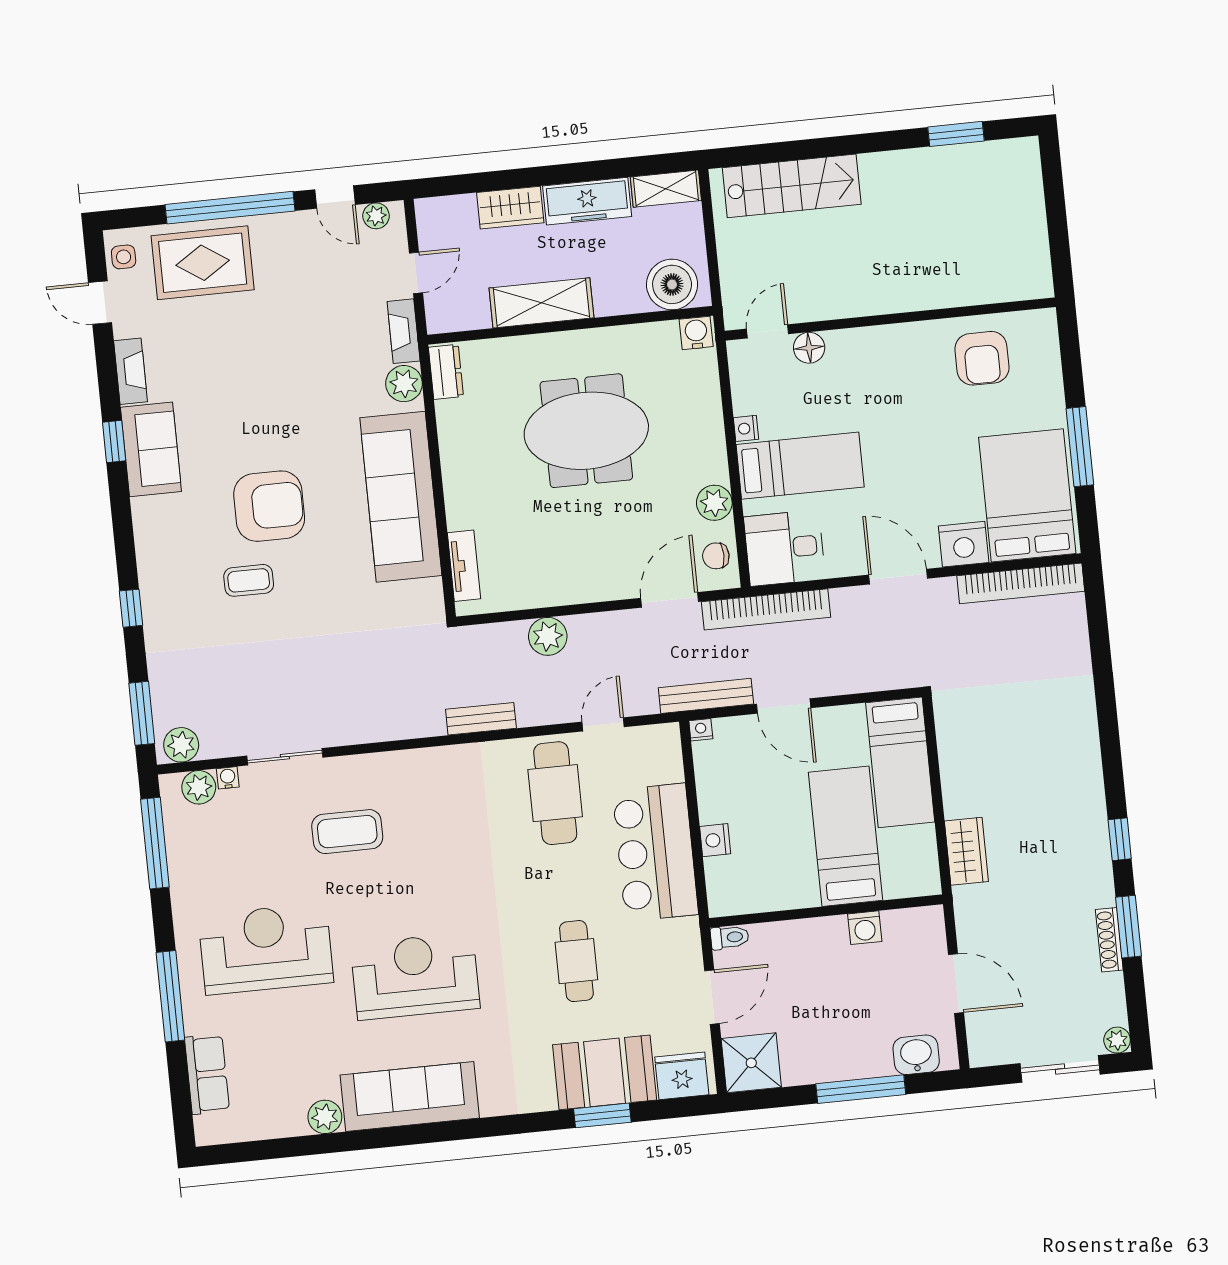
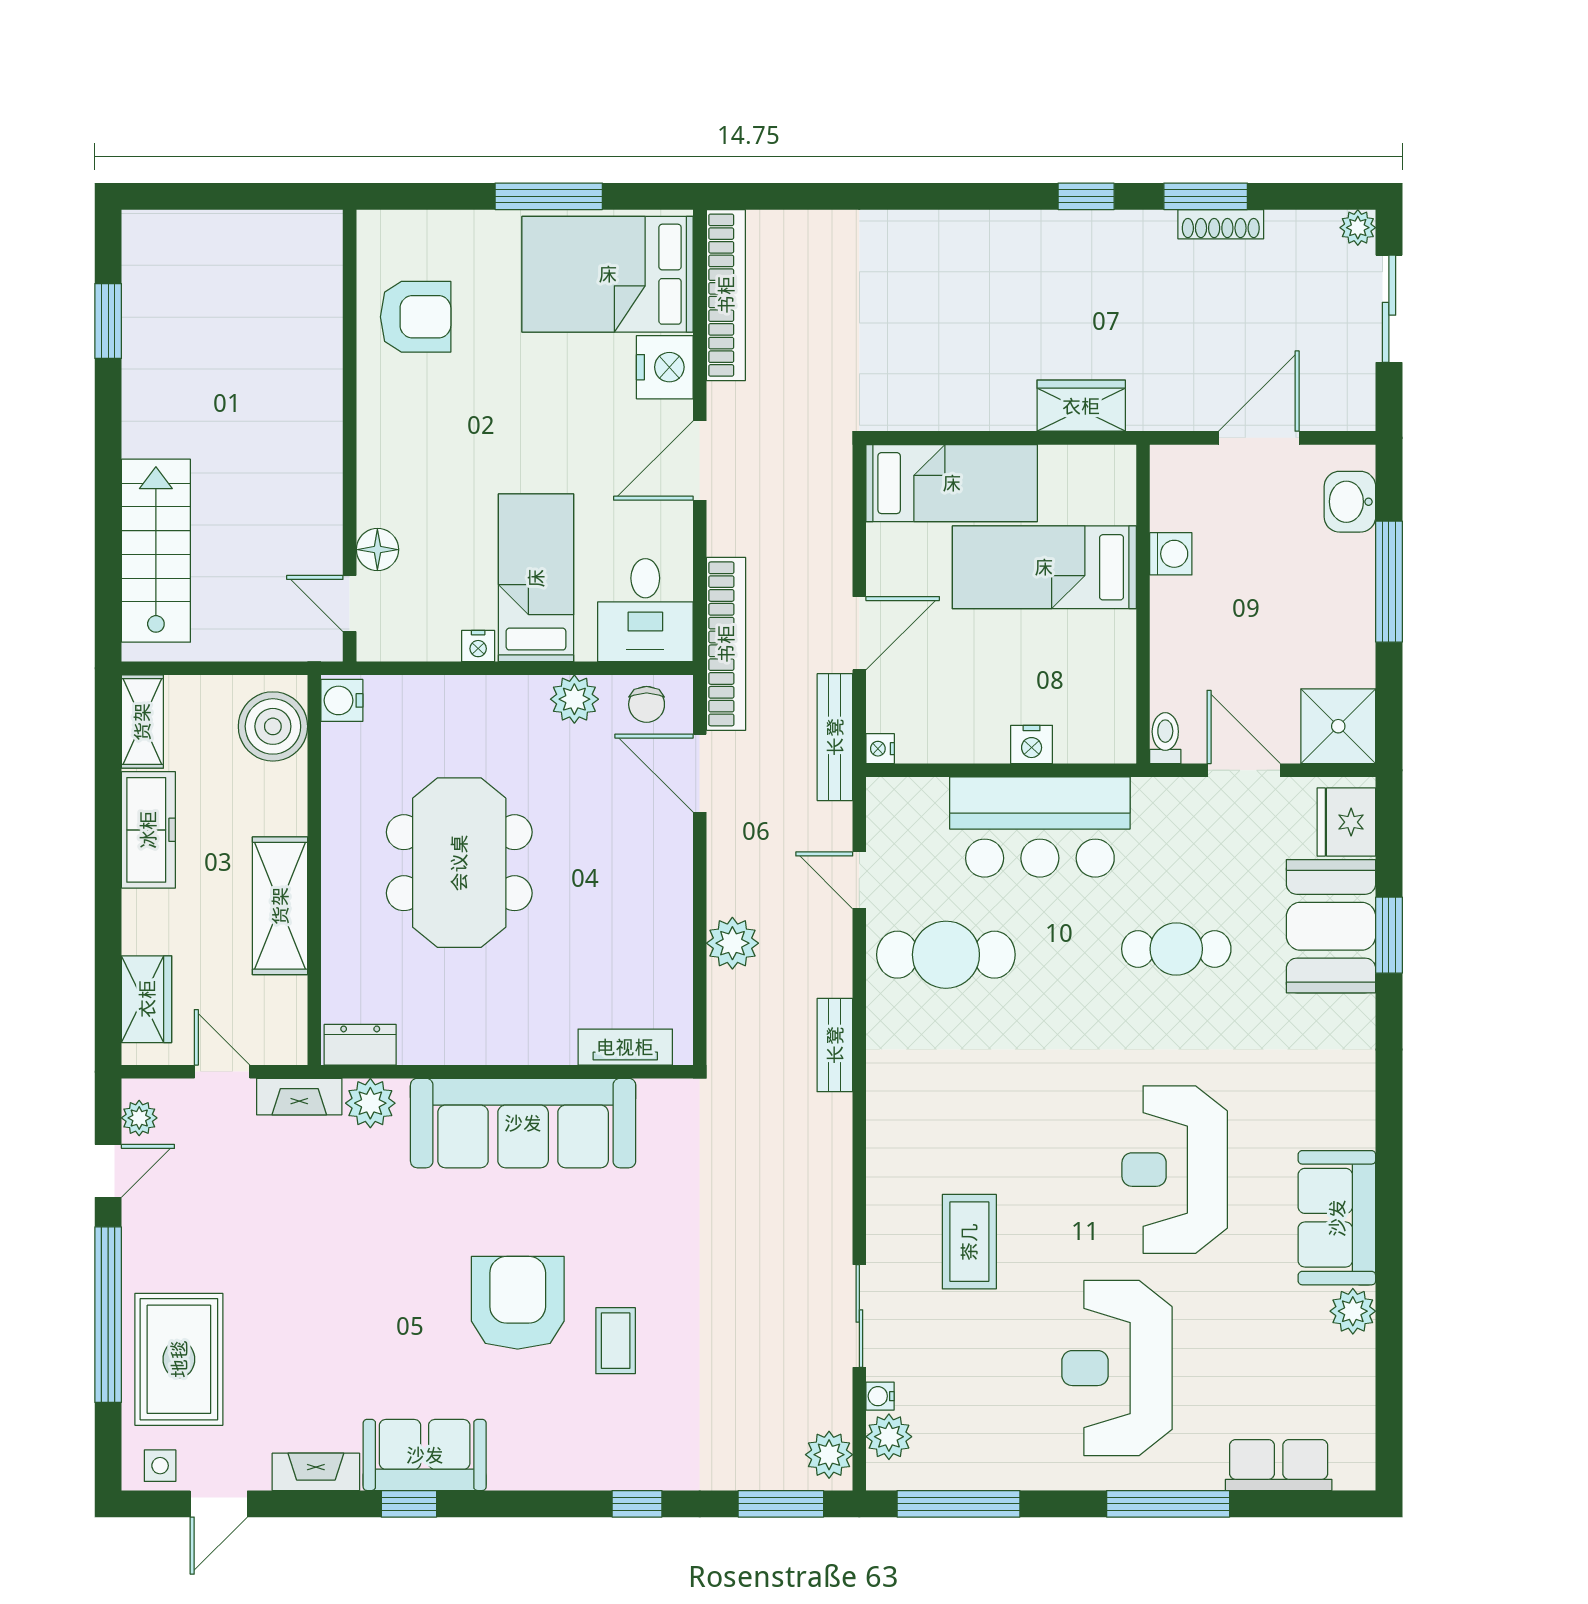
wardrobe: (510, 208) -> (147, 999), moved
sofa: (410, 1097) -> (1337, 1218), width x0.73

